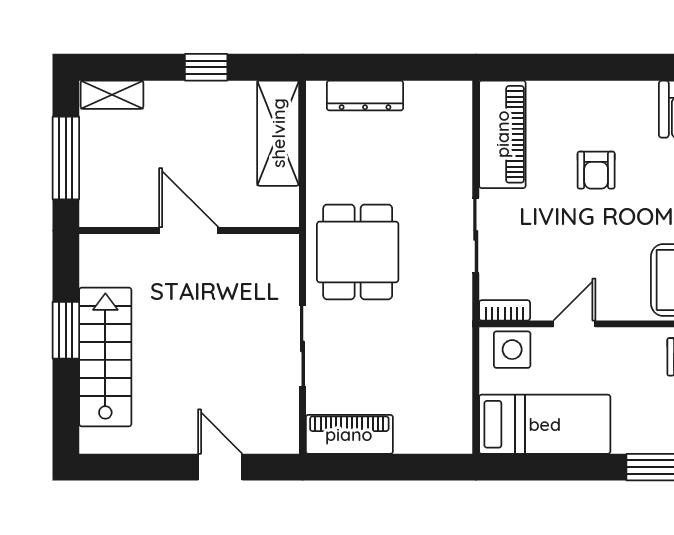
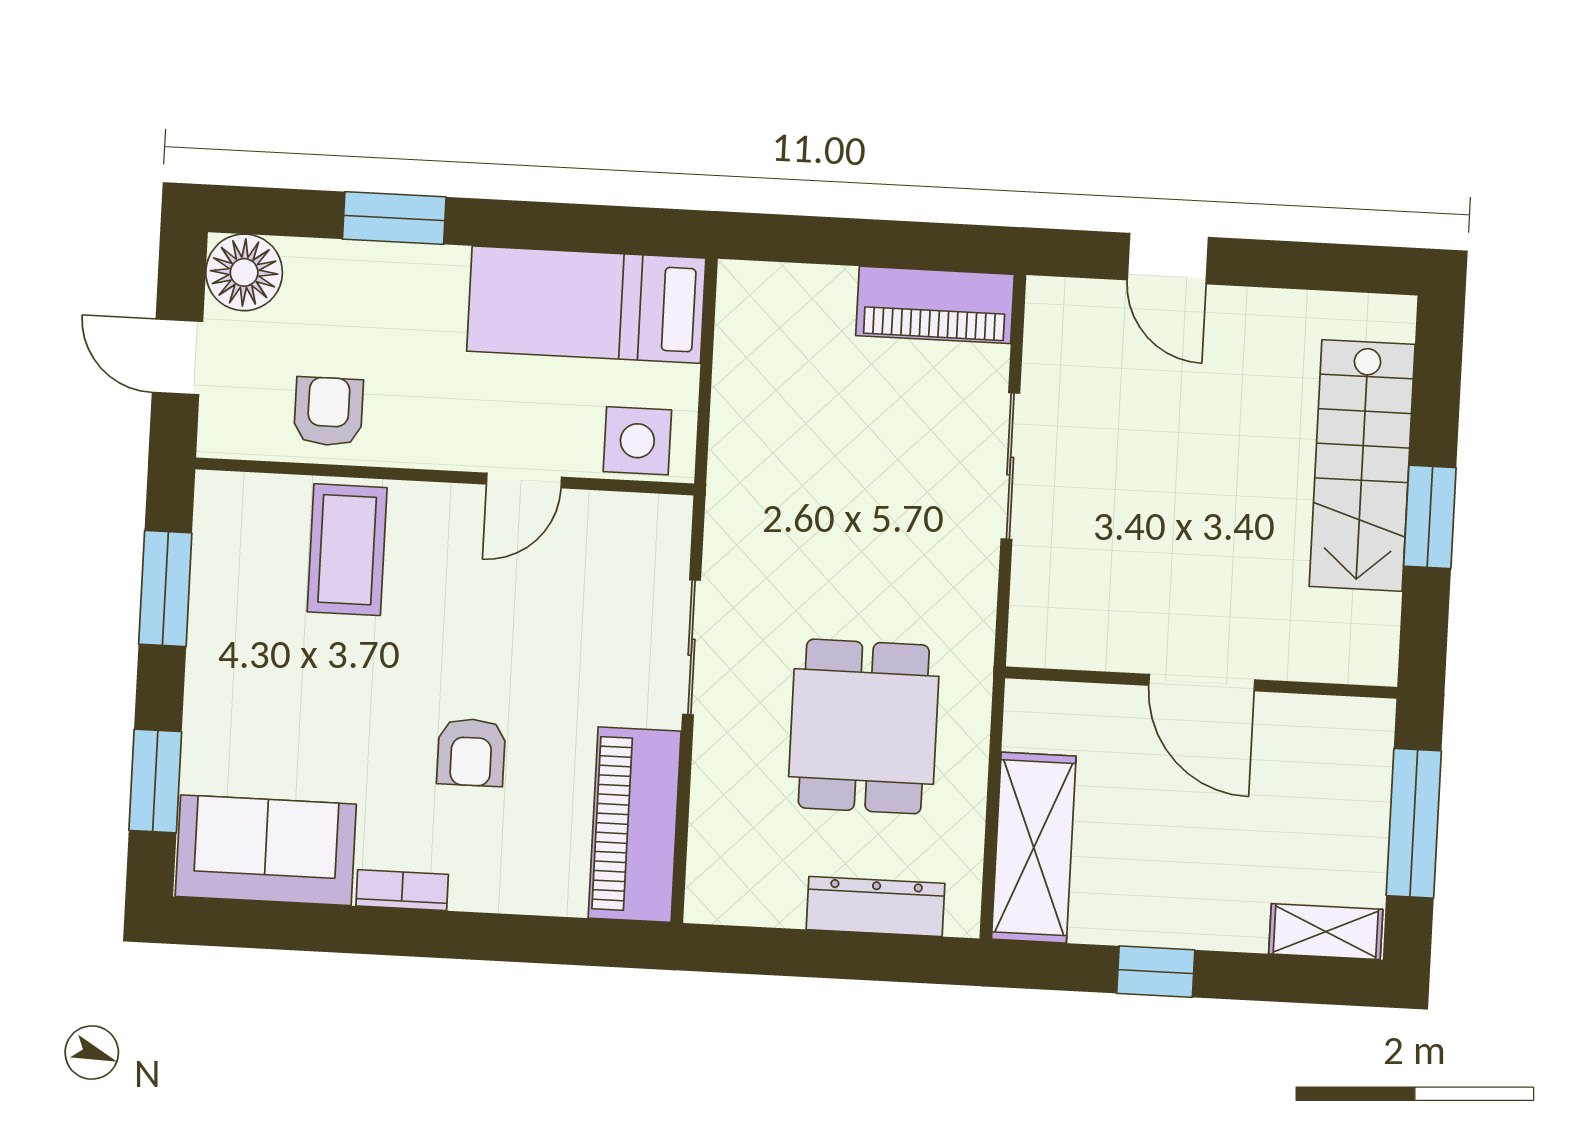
armchair: (596, 170) -> (471, 752), turned 180
dining table: (358, 252) -> (864, 726), moved
bookcase: (505, 310) -> (402, 890), moved, turned 180

